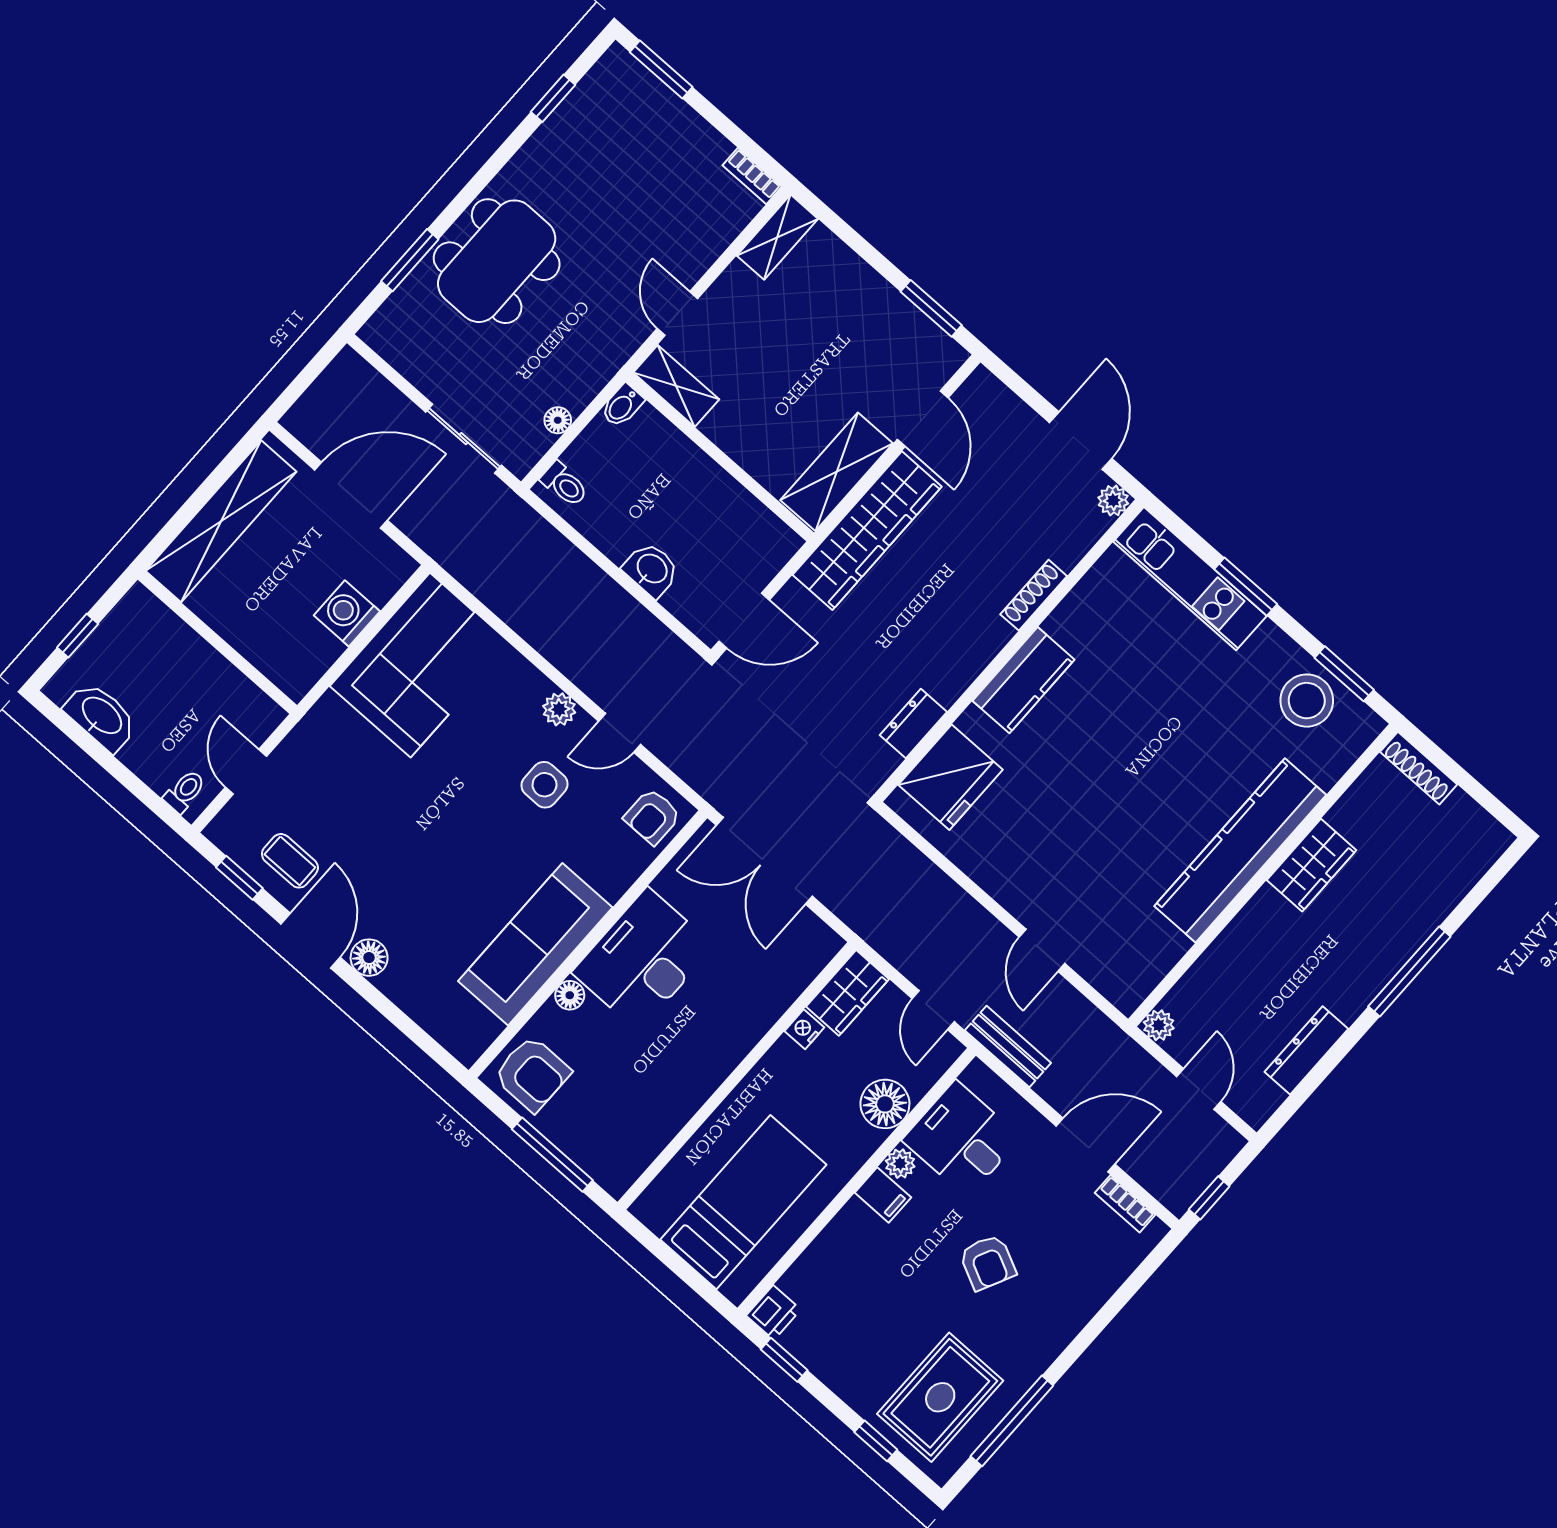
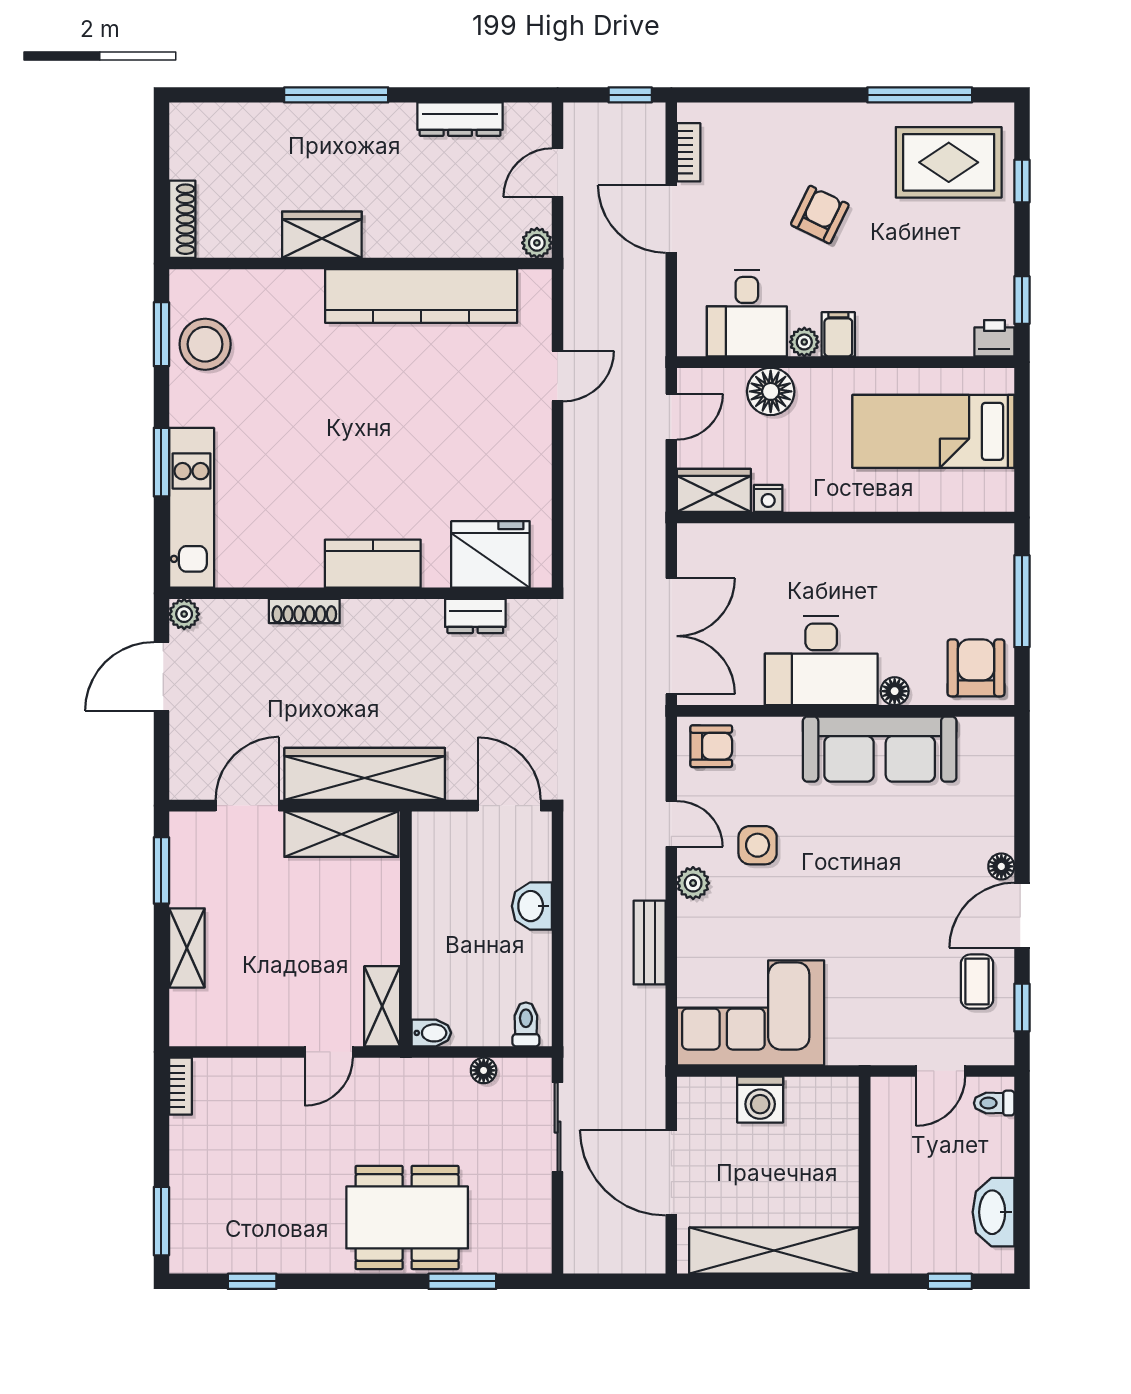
shelving: (777, 237) -> (187, 948), moved, turned 90
kitchen counter: (1240, 850) -> (421, 296), moved
floor lamp: (369, 958) -> (1001, 866), width x0.73, depth x0.73
bench: (1008, 1047) -> (650, 943), moved

